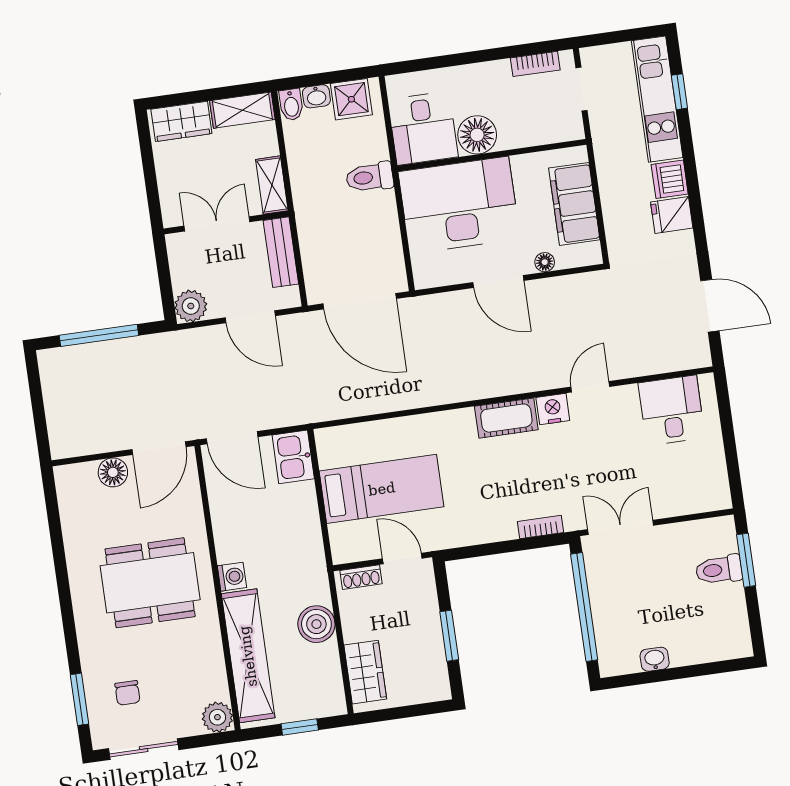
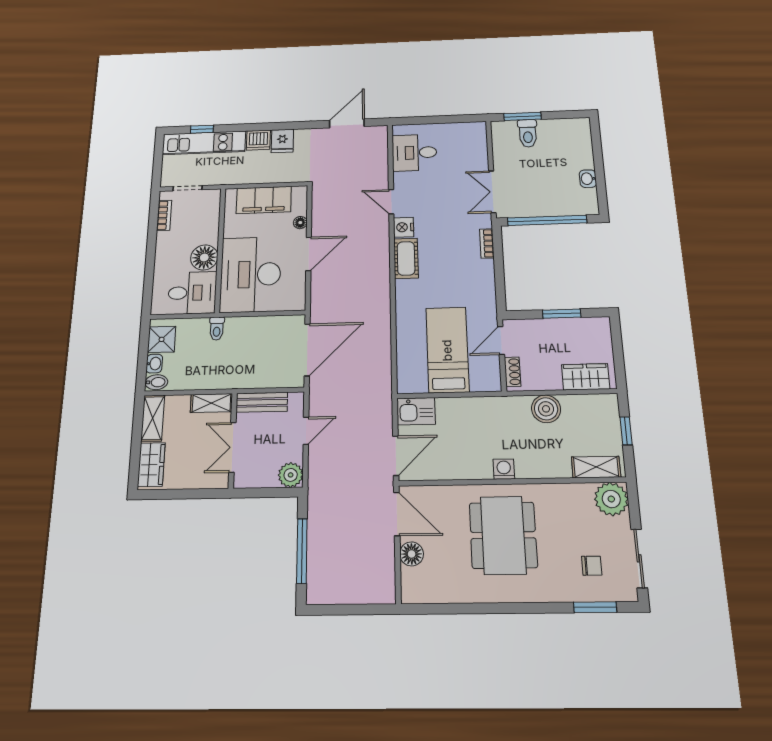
toilet: (370, 177) -> (217, 329), width x0.73, depth x0.72
door: (250, 317) -> (306, 431), width x0.73
shelving: (248, 656) -> (596, 467), width x0.45, depth x0.75
plant: (217, 717) -> (611, 499), width x1.36, depth x1.36

